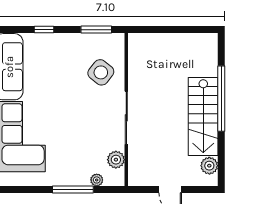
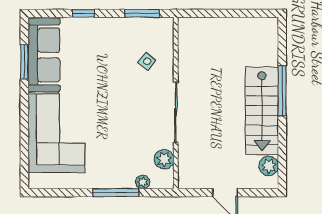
side table: (101, 72) -> (147, 61), width x0.54, depth x0.54
window: (221, 99) -> (282, 91), width x0.68

